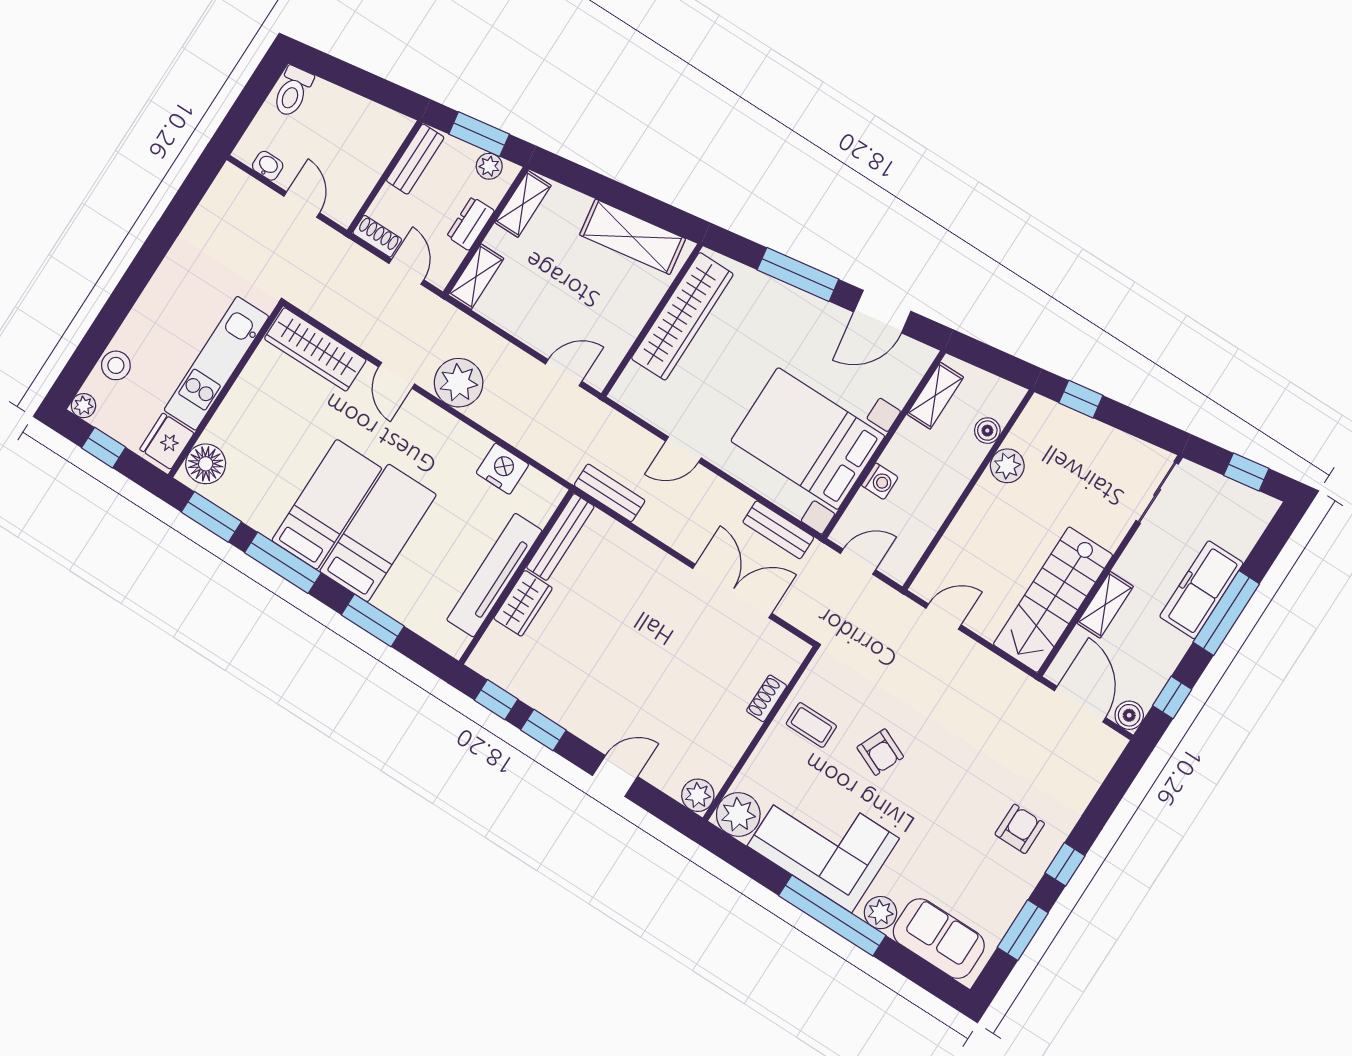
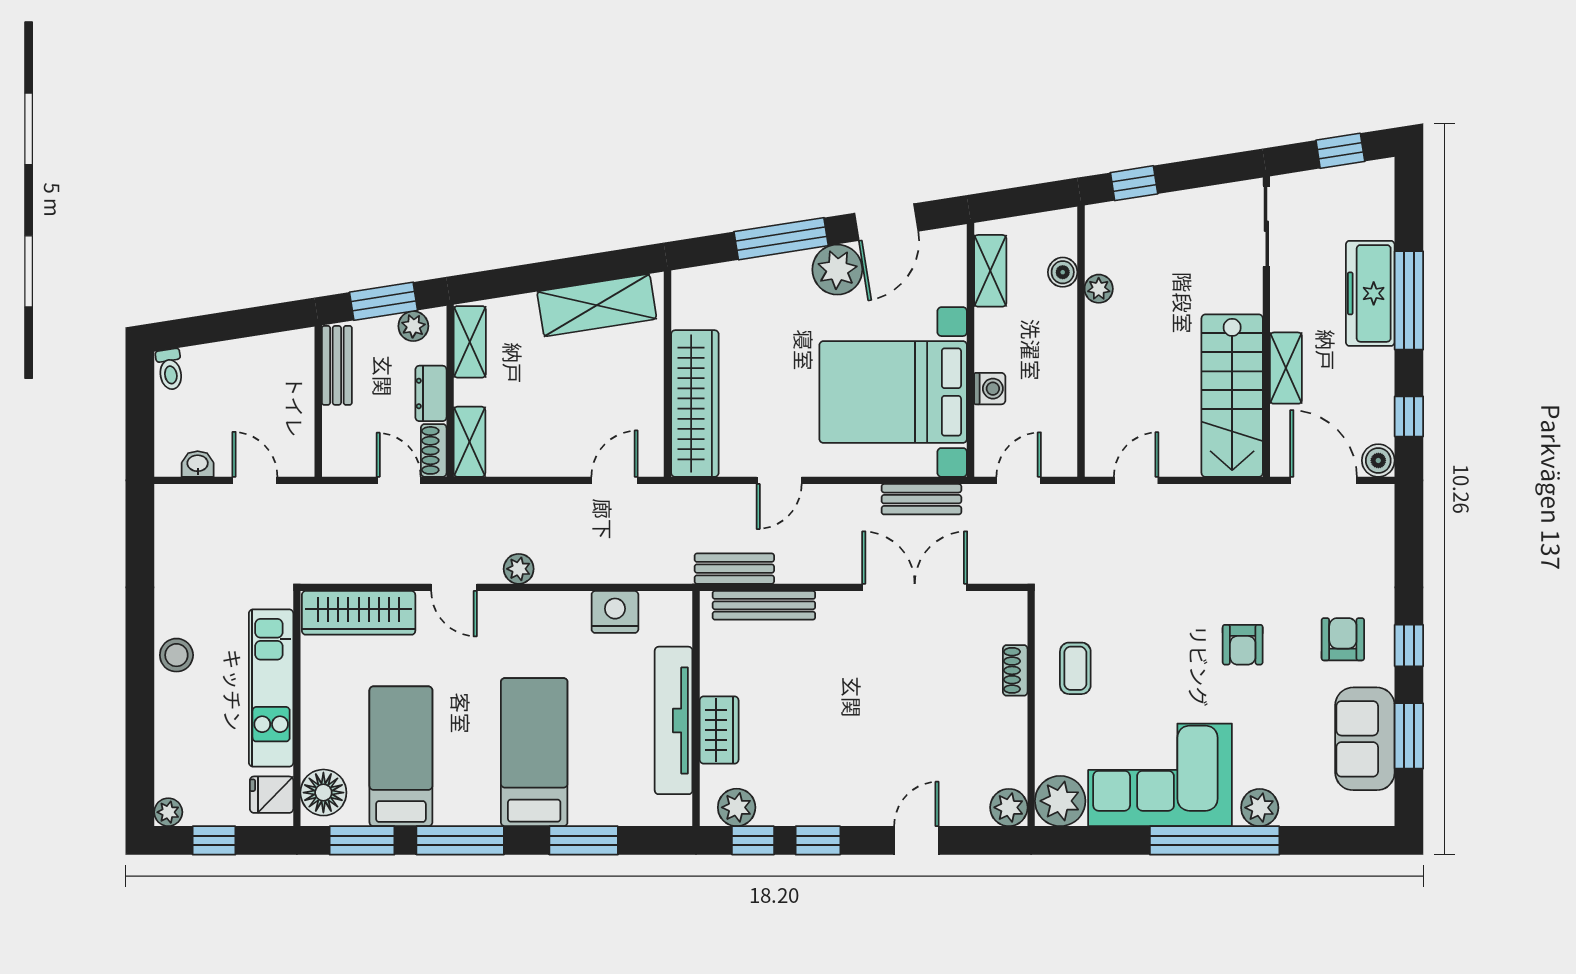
toilet: (293, 92) -> (170, 369), width x0.73, depth x0.72
shoe rack: (377, 236) -> (434, 450), moved, turned -90
wardrobe: (682, 316) -> (695, 404), moved
plant: (824, 323) -> (837, 270), added
stool: (116, 365) -> (176, 655), moved
plant: (459, 383) -> (519, 569), width x0.53, depth x0.53
fridge: (167, 441) -> (272, 795), width x0.72
plant: (1007, 466) -> (1099, 289), width x0.73, depth x0.73
bed: (327, 504) -> (401, 756), moved
bench: (560, 537) -> (764, 605), moved, turned 90
plant: (500, 668) -> (737, 807), added
coffee table: (811, 725) -> (1075, 668), turned 90
armchair: (880, 752) -> (1243, 645), moved, turned 66
sofa: (939, 939) -> (1365, 739), moved, turned -90

